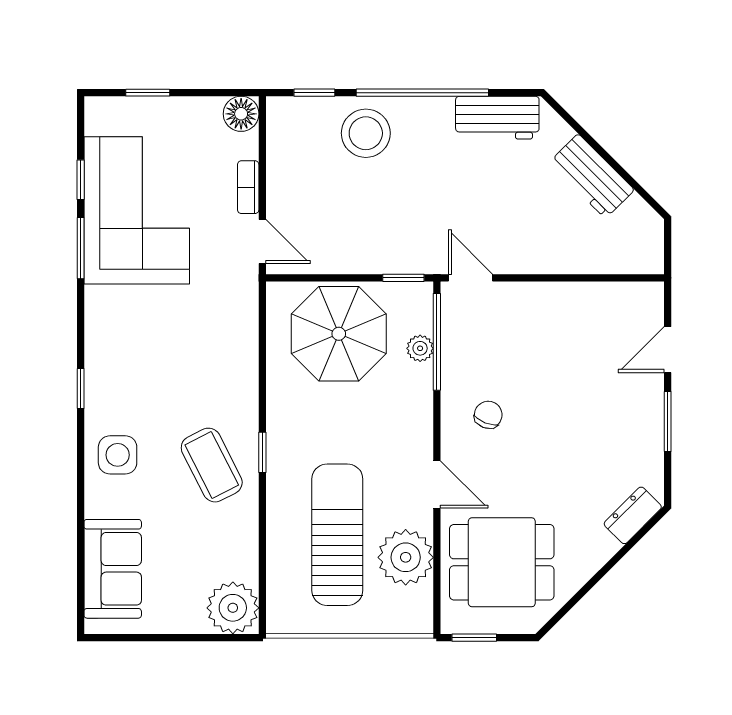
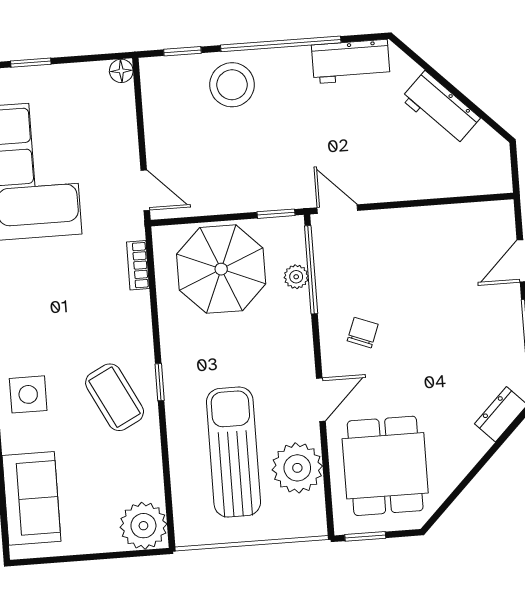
floor lamp: (241, 114) -> (121, 71), width x0.73, depth x0.73
bookcase: (248, 187) -> (138, 265), moved
door: (437, 485) -> (321, 400), hinge flipped
dining table: (502, 562) -> (385, 466), turned 90

